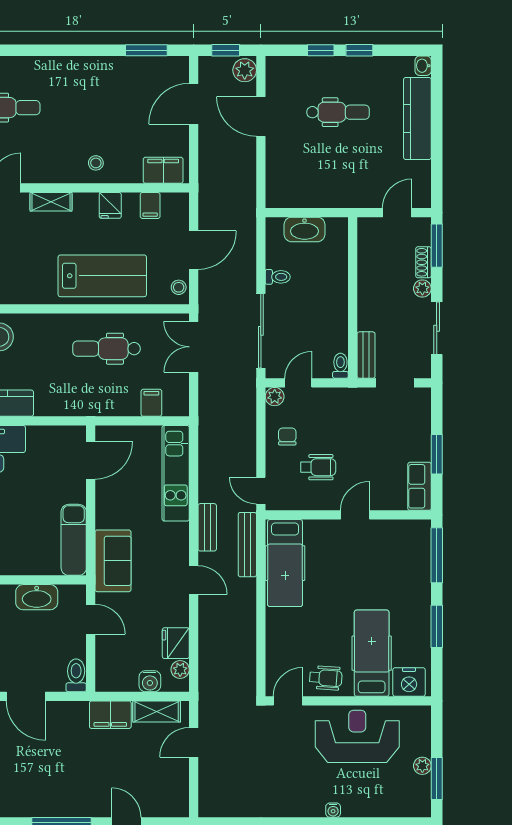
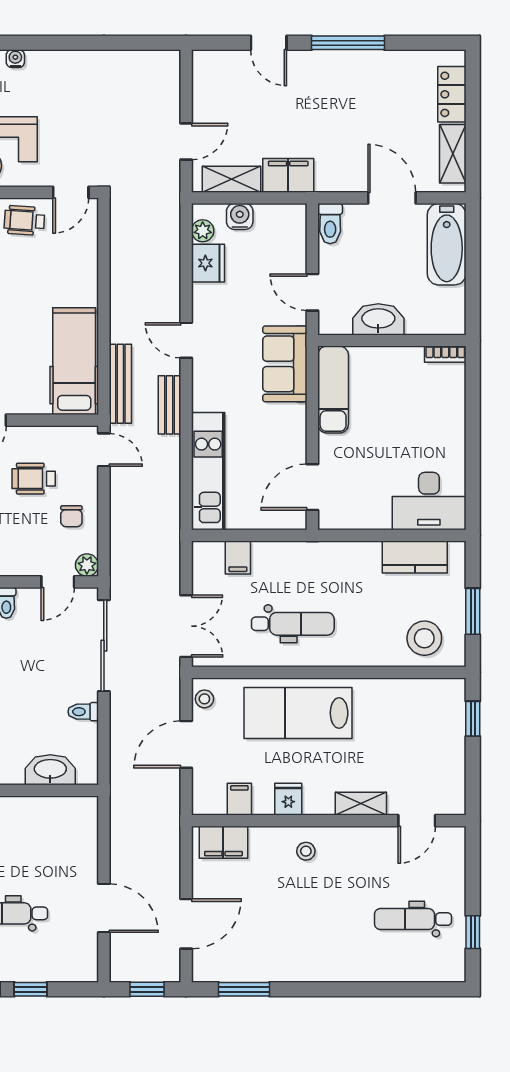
plant: (245, 70) -> (124, 965), removed

